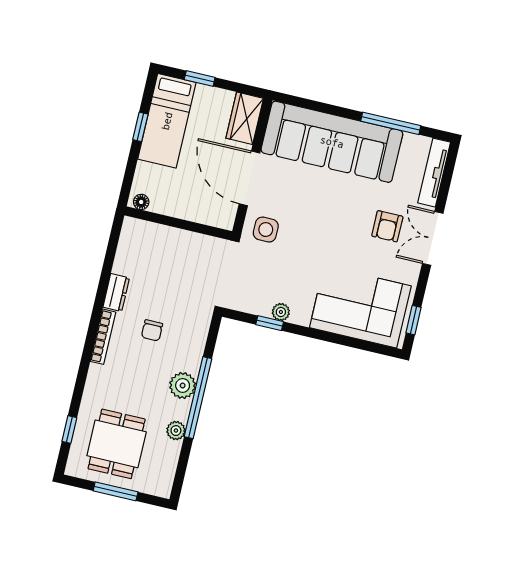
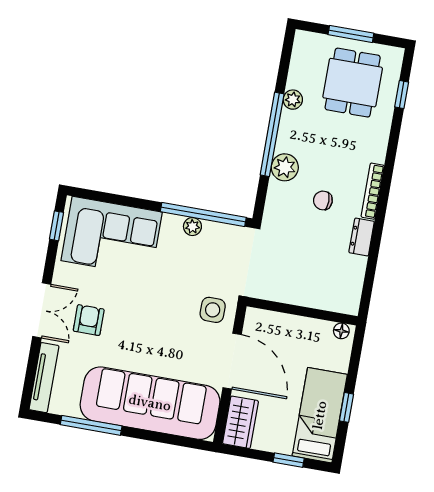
window: (270, 323) -> (203, 215), width x3.17
chair: (152, 330) -> (323, 200), turned -90
plant: (183, 385) -> (285, 167), moved

